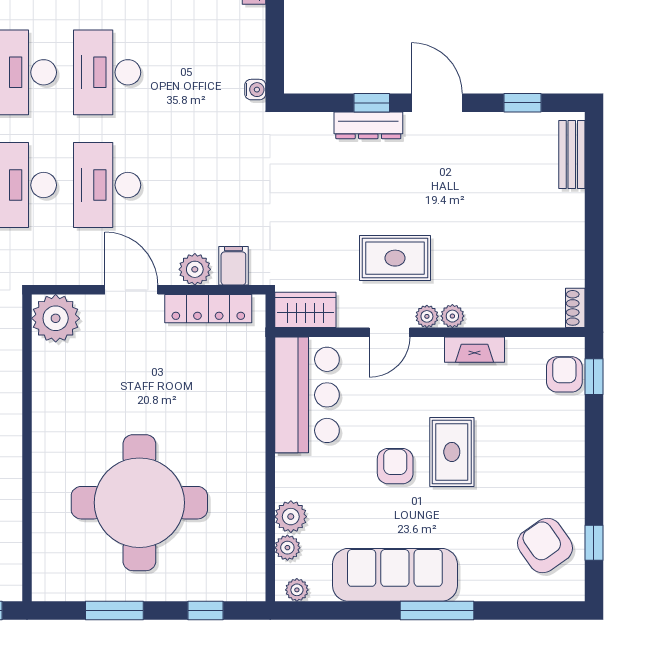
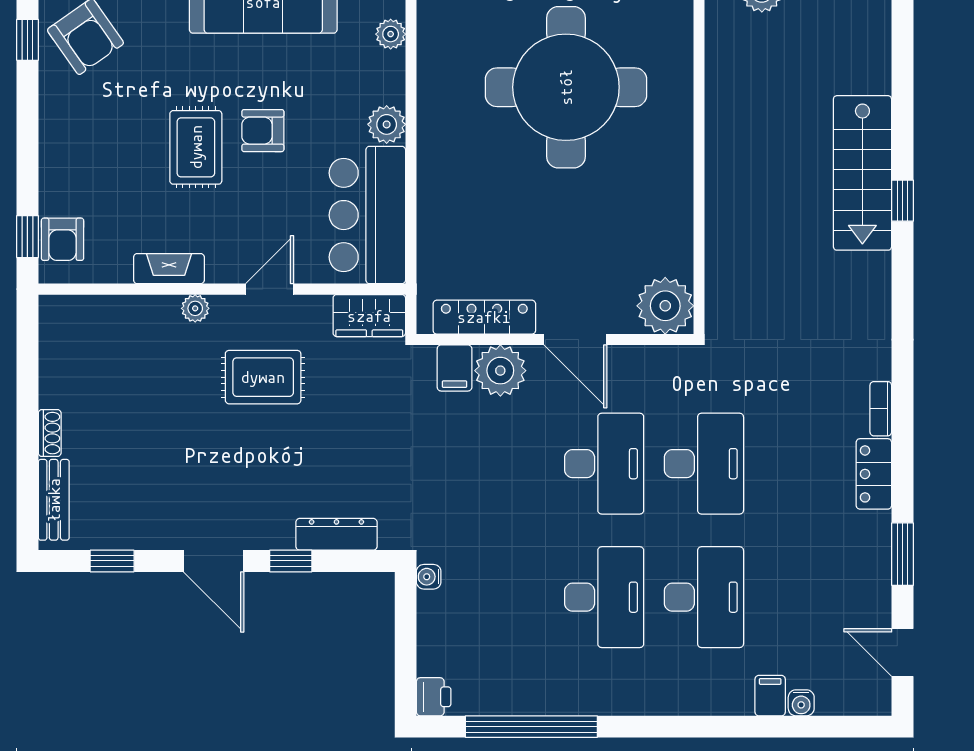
dresser: (368, 125) -> (336, 534), moved
plant: (195, 269) -> (500, 371), width x1.36, depth x1.36
shoe rack: (575, 308) -> (50, 433), moved
plant: (427, 316) -> (225, 308), removed
armchair: (395, 466) -> (263, 131), turned 90
plant: (291, 517) -> (387, 124), moved

